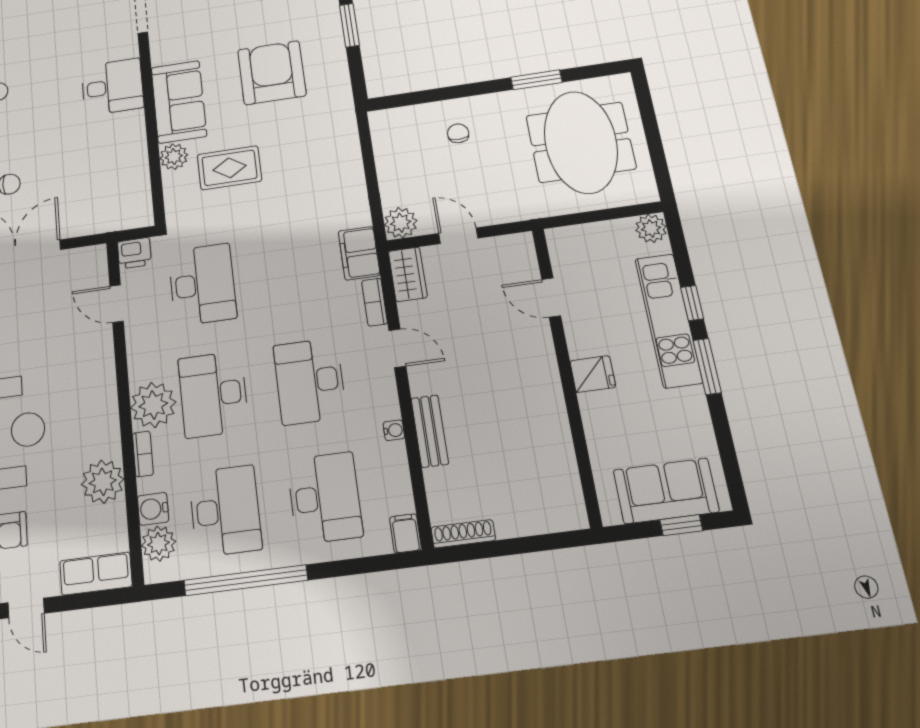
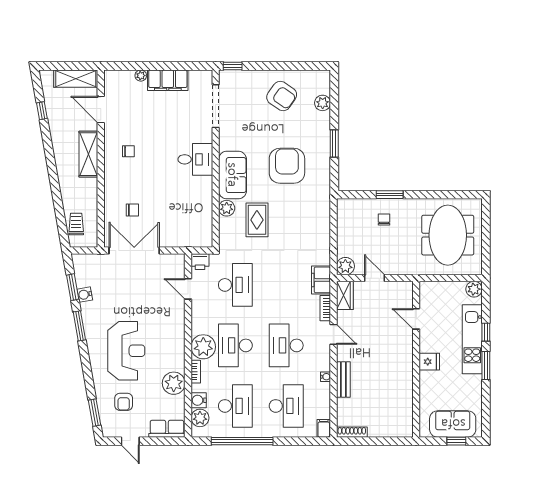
window: (536, 80) -> (390, 195), moved
rug: (229, 168) -> (257, 220), turned 90

